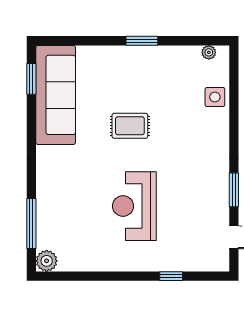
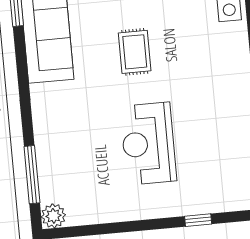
rug: (130, 126) -> (135, 52), turned 90

